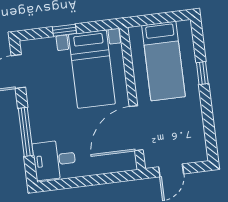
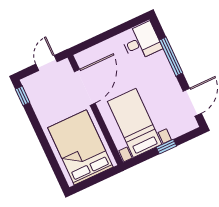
bed: (163, 61) -> (80, 147), width x1.50
window: (202, 73) -> (23, 96), moved

